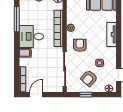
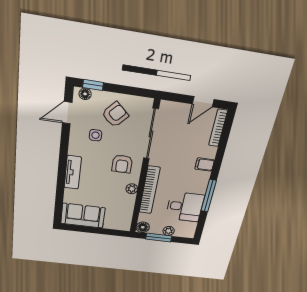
window: (17, 19) -> (209, 196), moved
desk: (31, 36) -> (185, 207), moved
window: (86, 95) -> (93, 85), moved

